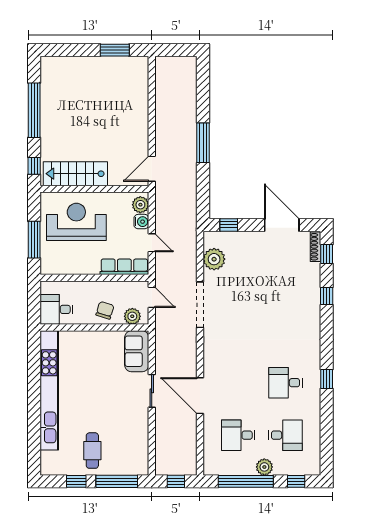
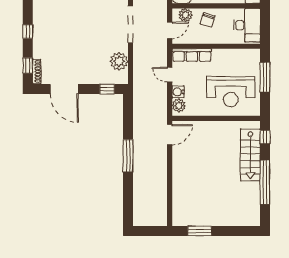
stairs: (75, 174) -> (250, 155), moved, turned 90
door: (152, 297) -> (170, 30), swing flipped
desk: (56, 309) -> (247, 25), width x1.37

